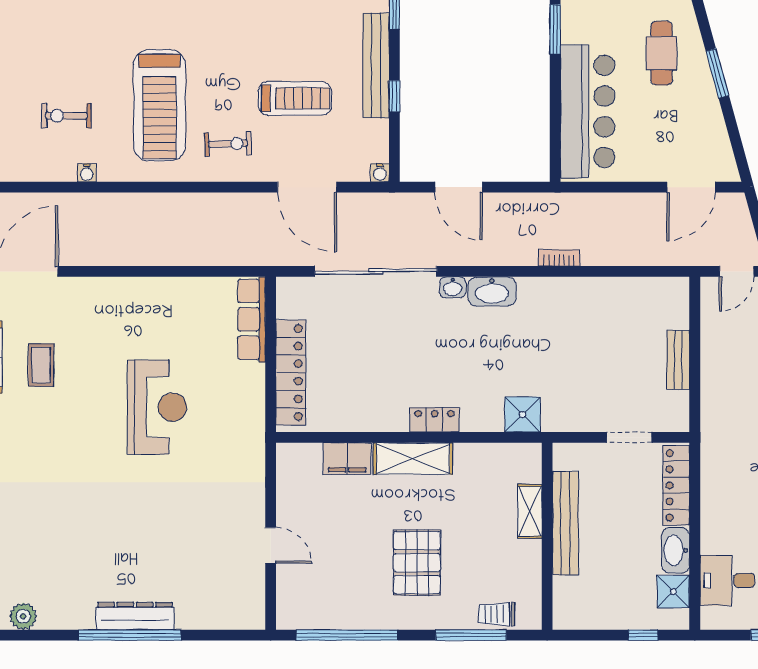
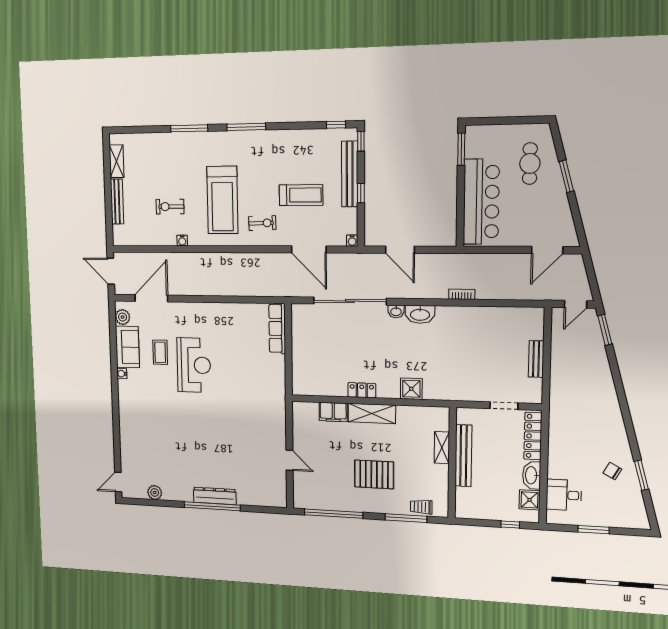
locker: (291, 372) -> (300, 360), removed
reception desk: (157, 407) -> (194, 365), moved
shower: (523, 415) -> (411, 389), moved
locker: (435, 420) -> (362, 390), moved
pallet: (417, 563) -> (374, 474), turned 90

